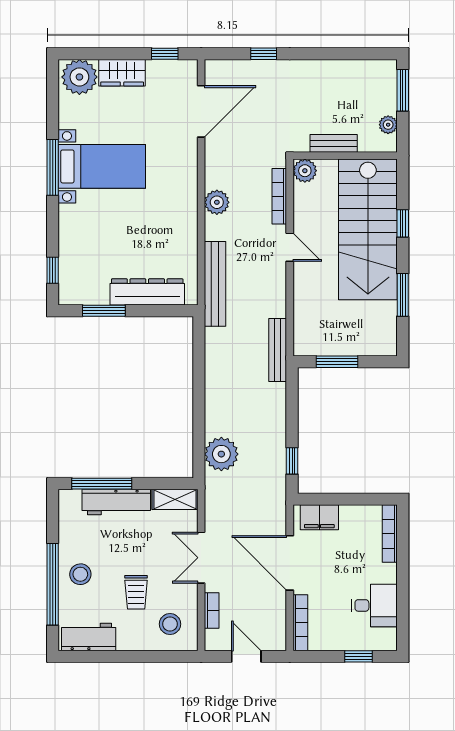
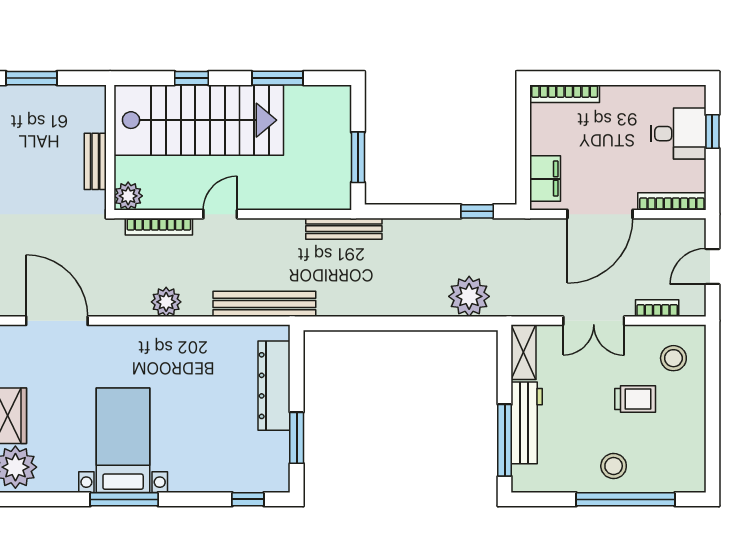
plant: (388, 125) -> (73, 96), removed
desk: (374, 605) -> (678, 134), moved, turned 90
workbench: (89, 637) -> (689, 456), removed

